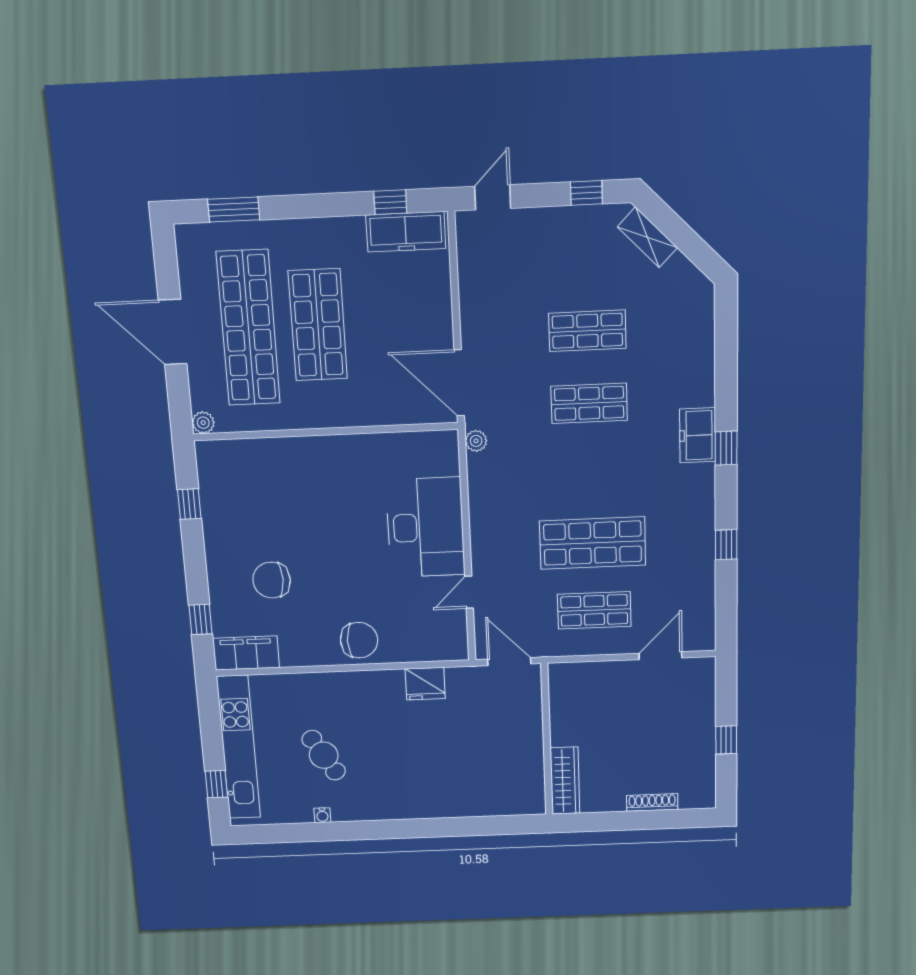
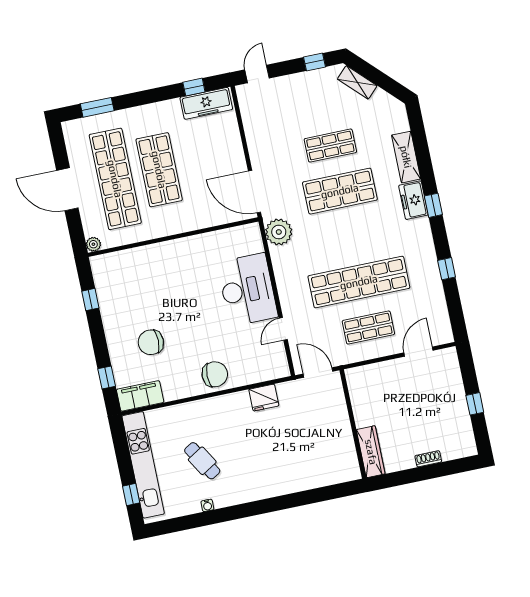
shelving: (700, 368) -> (406, 157), added
shop shelf: (589, 403) -> (340, 191), width x1.43, depth x1.36
plant: (476, 441) -> (279, 232), width x1.87, depth x1.87
shop shelf: (593, 543) -> (359, 282), width x1.40
shoe rack: (652, 802) -> (428, 459), width x0.70

